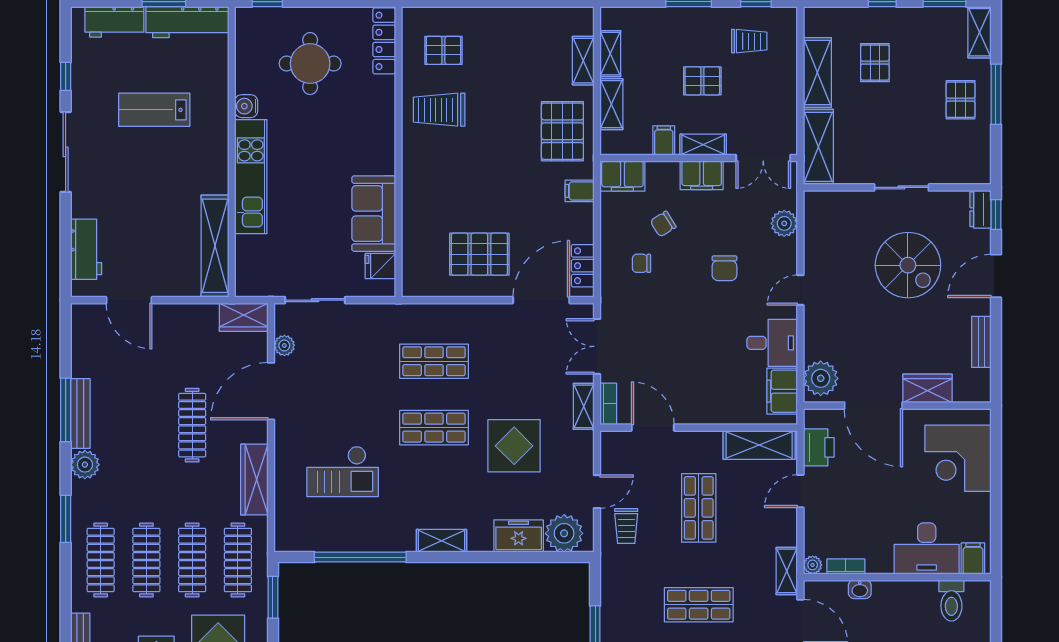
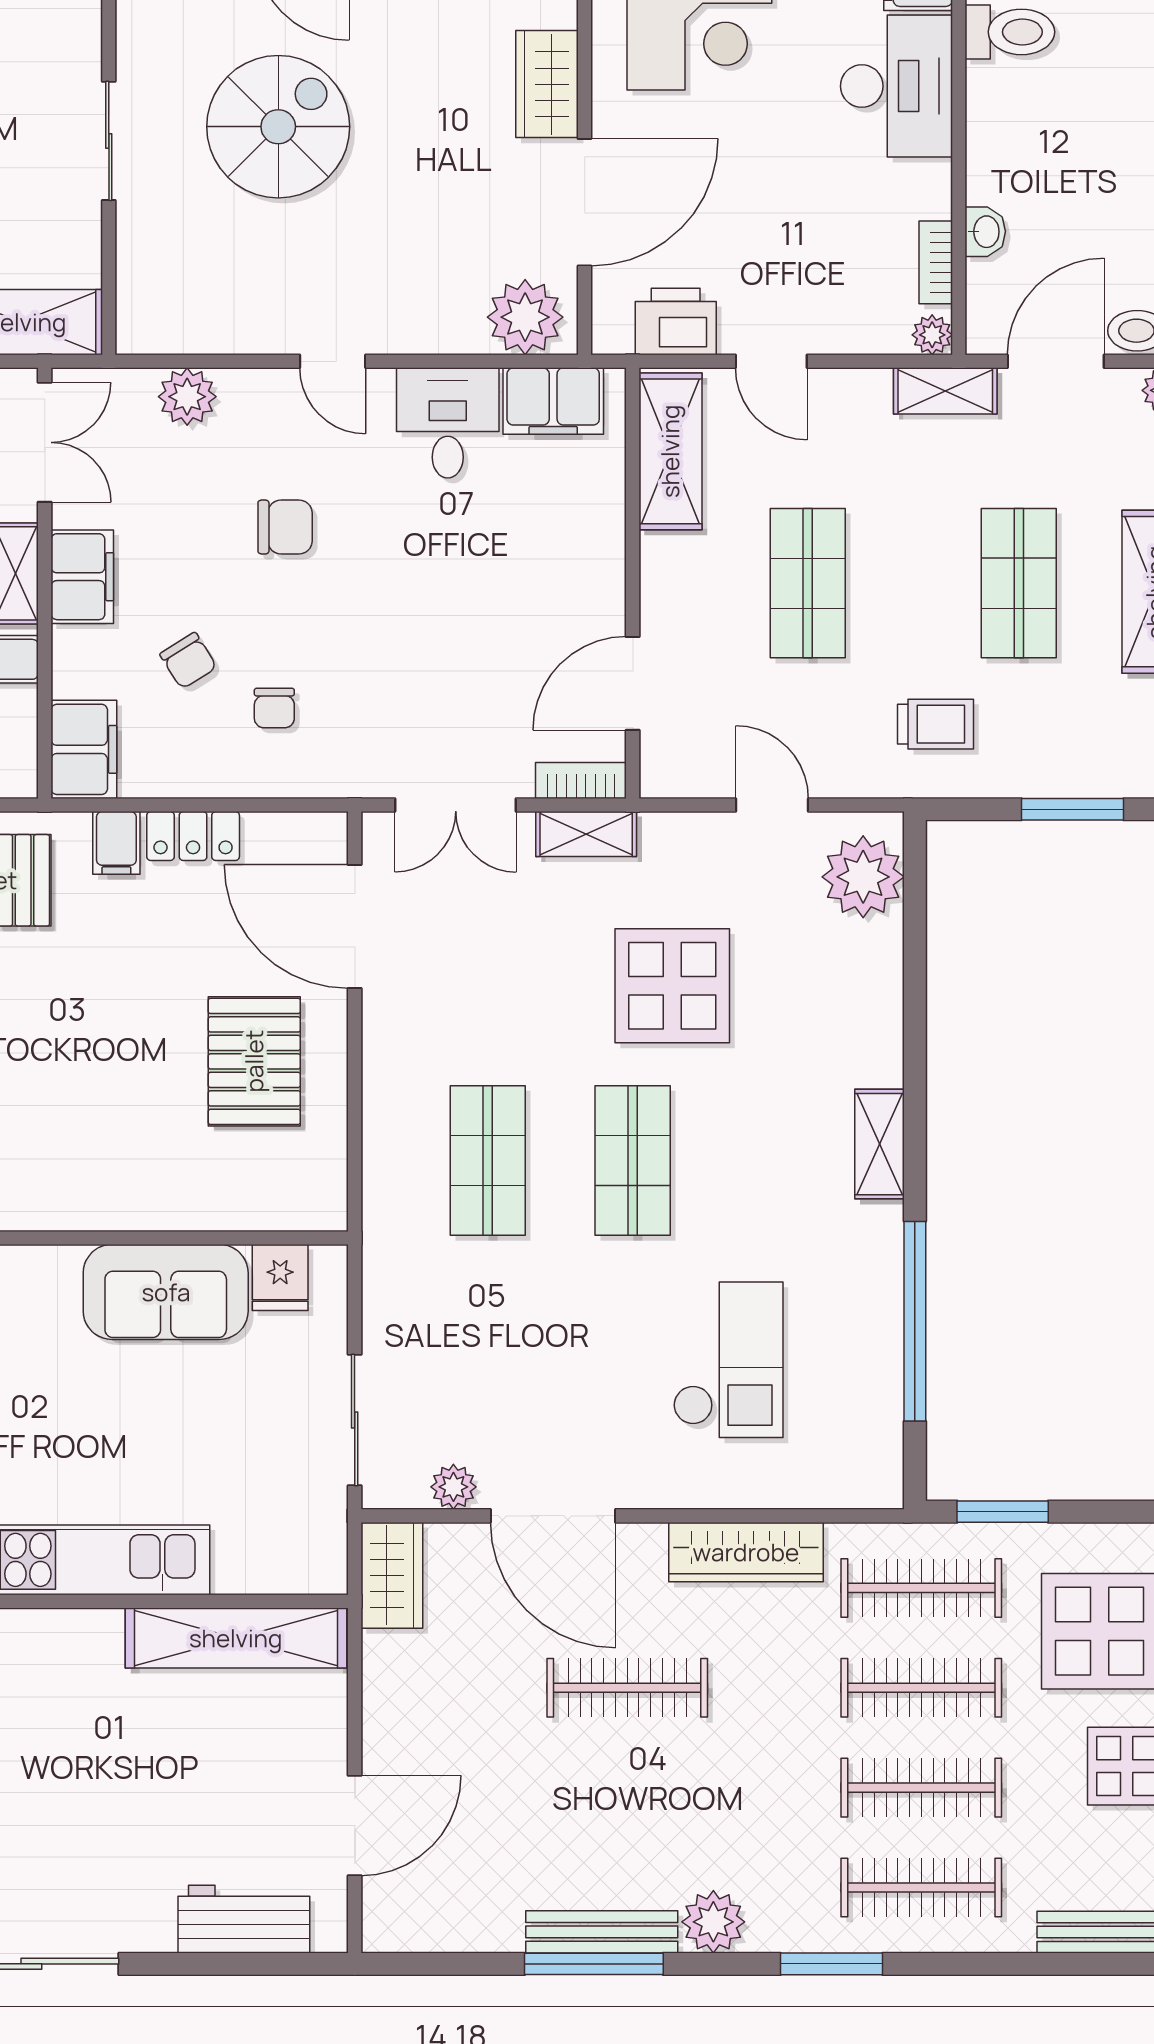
locker: (583, 266) -> (193, 836), moved
shop shelf: (699, 508) -> (808, 583), turned 90
trolley: (626, 526) -> (935, 724), moved
freezer: (519, 536) -> (869, 976), removed

